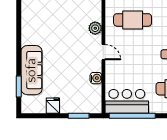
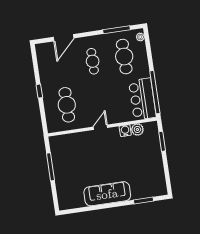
plant: (95, 28) -> (137, 129), moved
sofa: (31, 70) -> (107, 194), moved
fridge: (53, 106) -> (156, 166), removed

